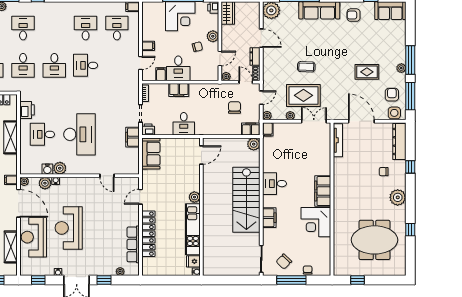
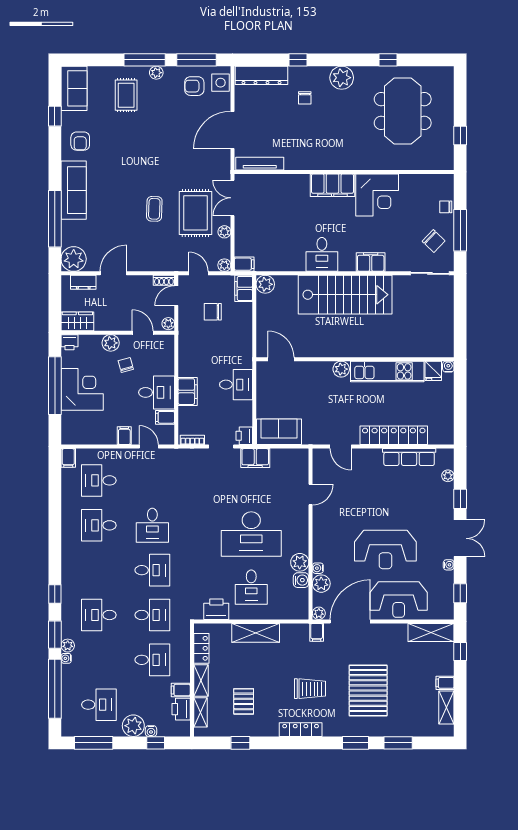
dresser: (255, 56) -> (83, 282), moved
rug: (367, 72) -> (126, 95), moved
desk: (79, 134) -> (251, 534), turned 180
shelving: (11, 247) -> (431, 632), moved

